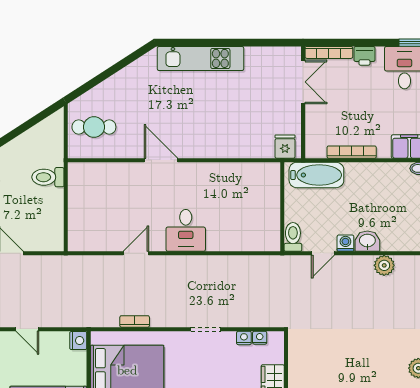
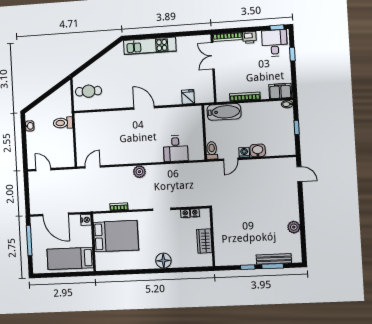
double door: (303, 82) -> (213, 56), swing flipped
fridge: (285, 147) -> (188, 97), moved
door: (161, 160) -> (144, 108), moved
desk: (186, 230) -> (176, 148), moved
door: (136, 253) -> (93, 167), moved
plant: (384, 265) -> (139, 172), moved
door: (27, 329) -> (56, 214), width x1.87

